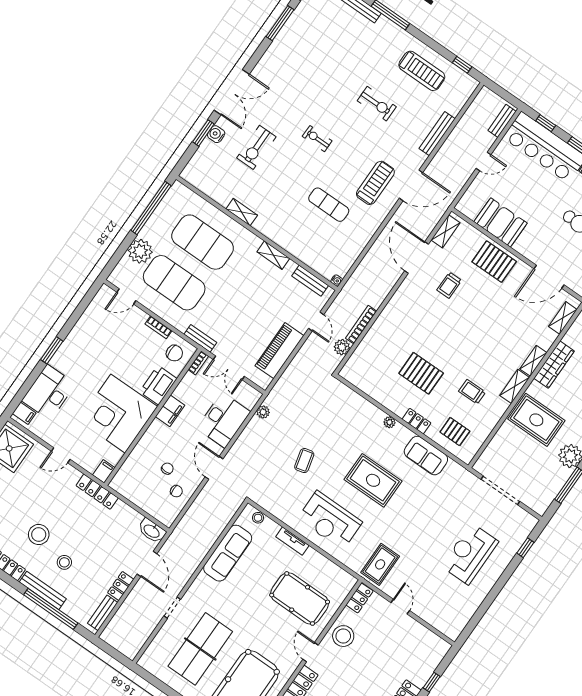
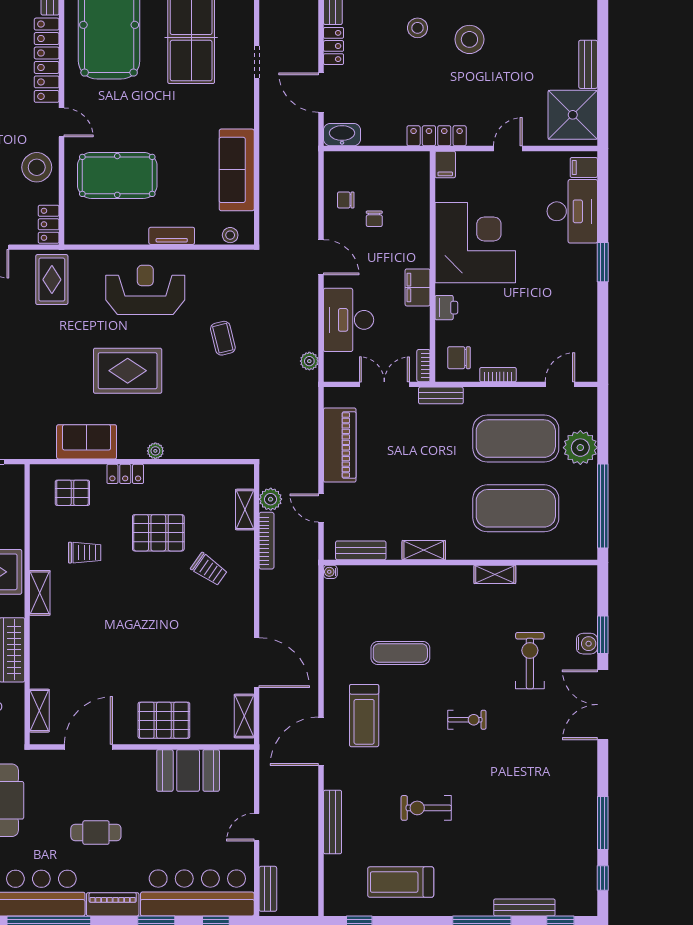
trolley: (449, 285) -> (209, 569), moved, turned 125
shelving: (533, 361) -> (245, 510), moved
printer: (158, 385) -> (446, 308), width x0.53, depth x0.68

